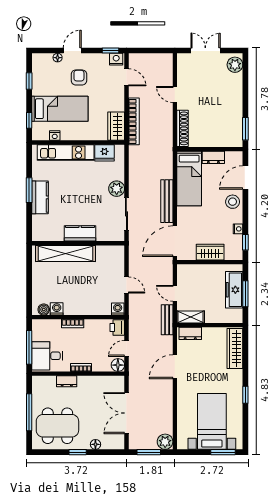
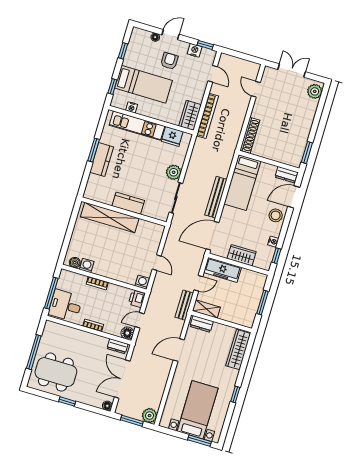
nightstand: (116, 59) -> (195, 50), moved
door: (175, 94) -> (256, 89), moved
dresser: (213, 157) -> (286, 175), moved
freezer: (234, 290) -> (223, 270), moved, turned -90
door: (175, 293) -> (198, 283), swing flipped
dresser: (67, 381) -> (117, 346), moved
floor lamp: (95, 444) -> (107, 406), moved

